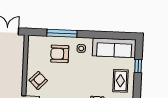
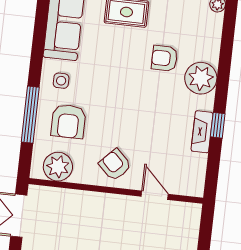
plant: (35, 50) -> (58, 167), added

